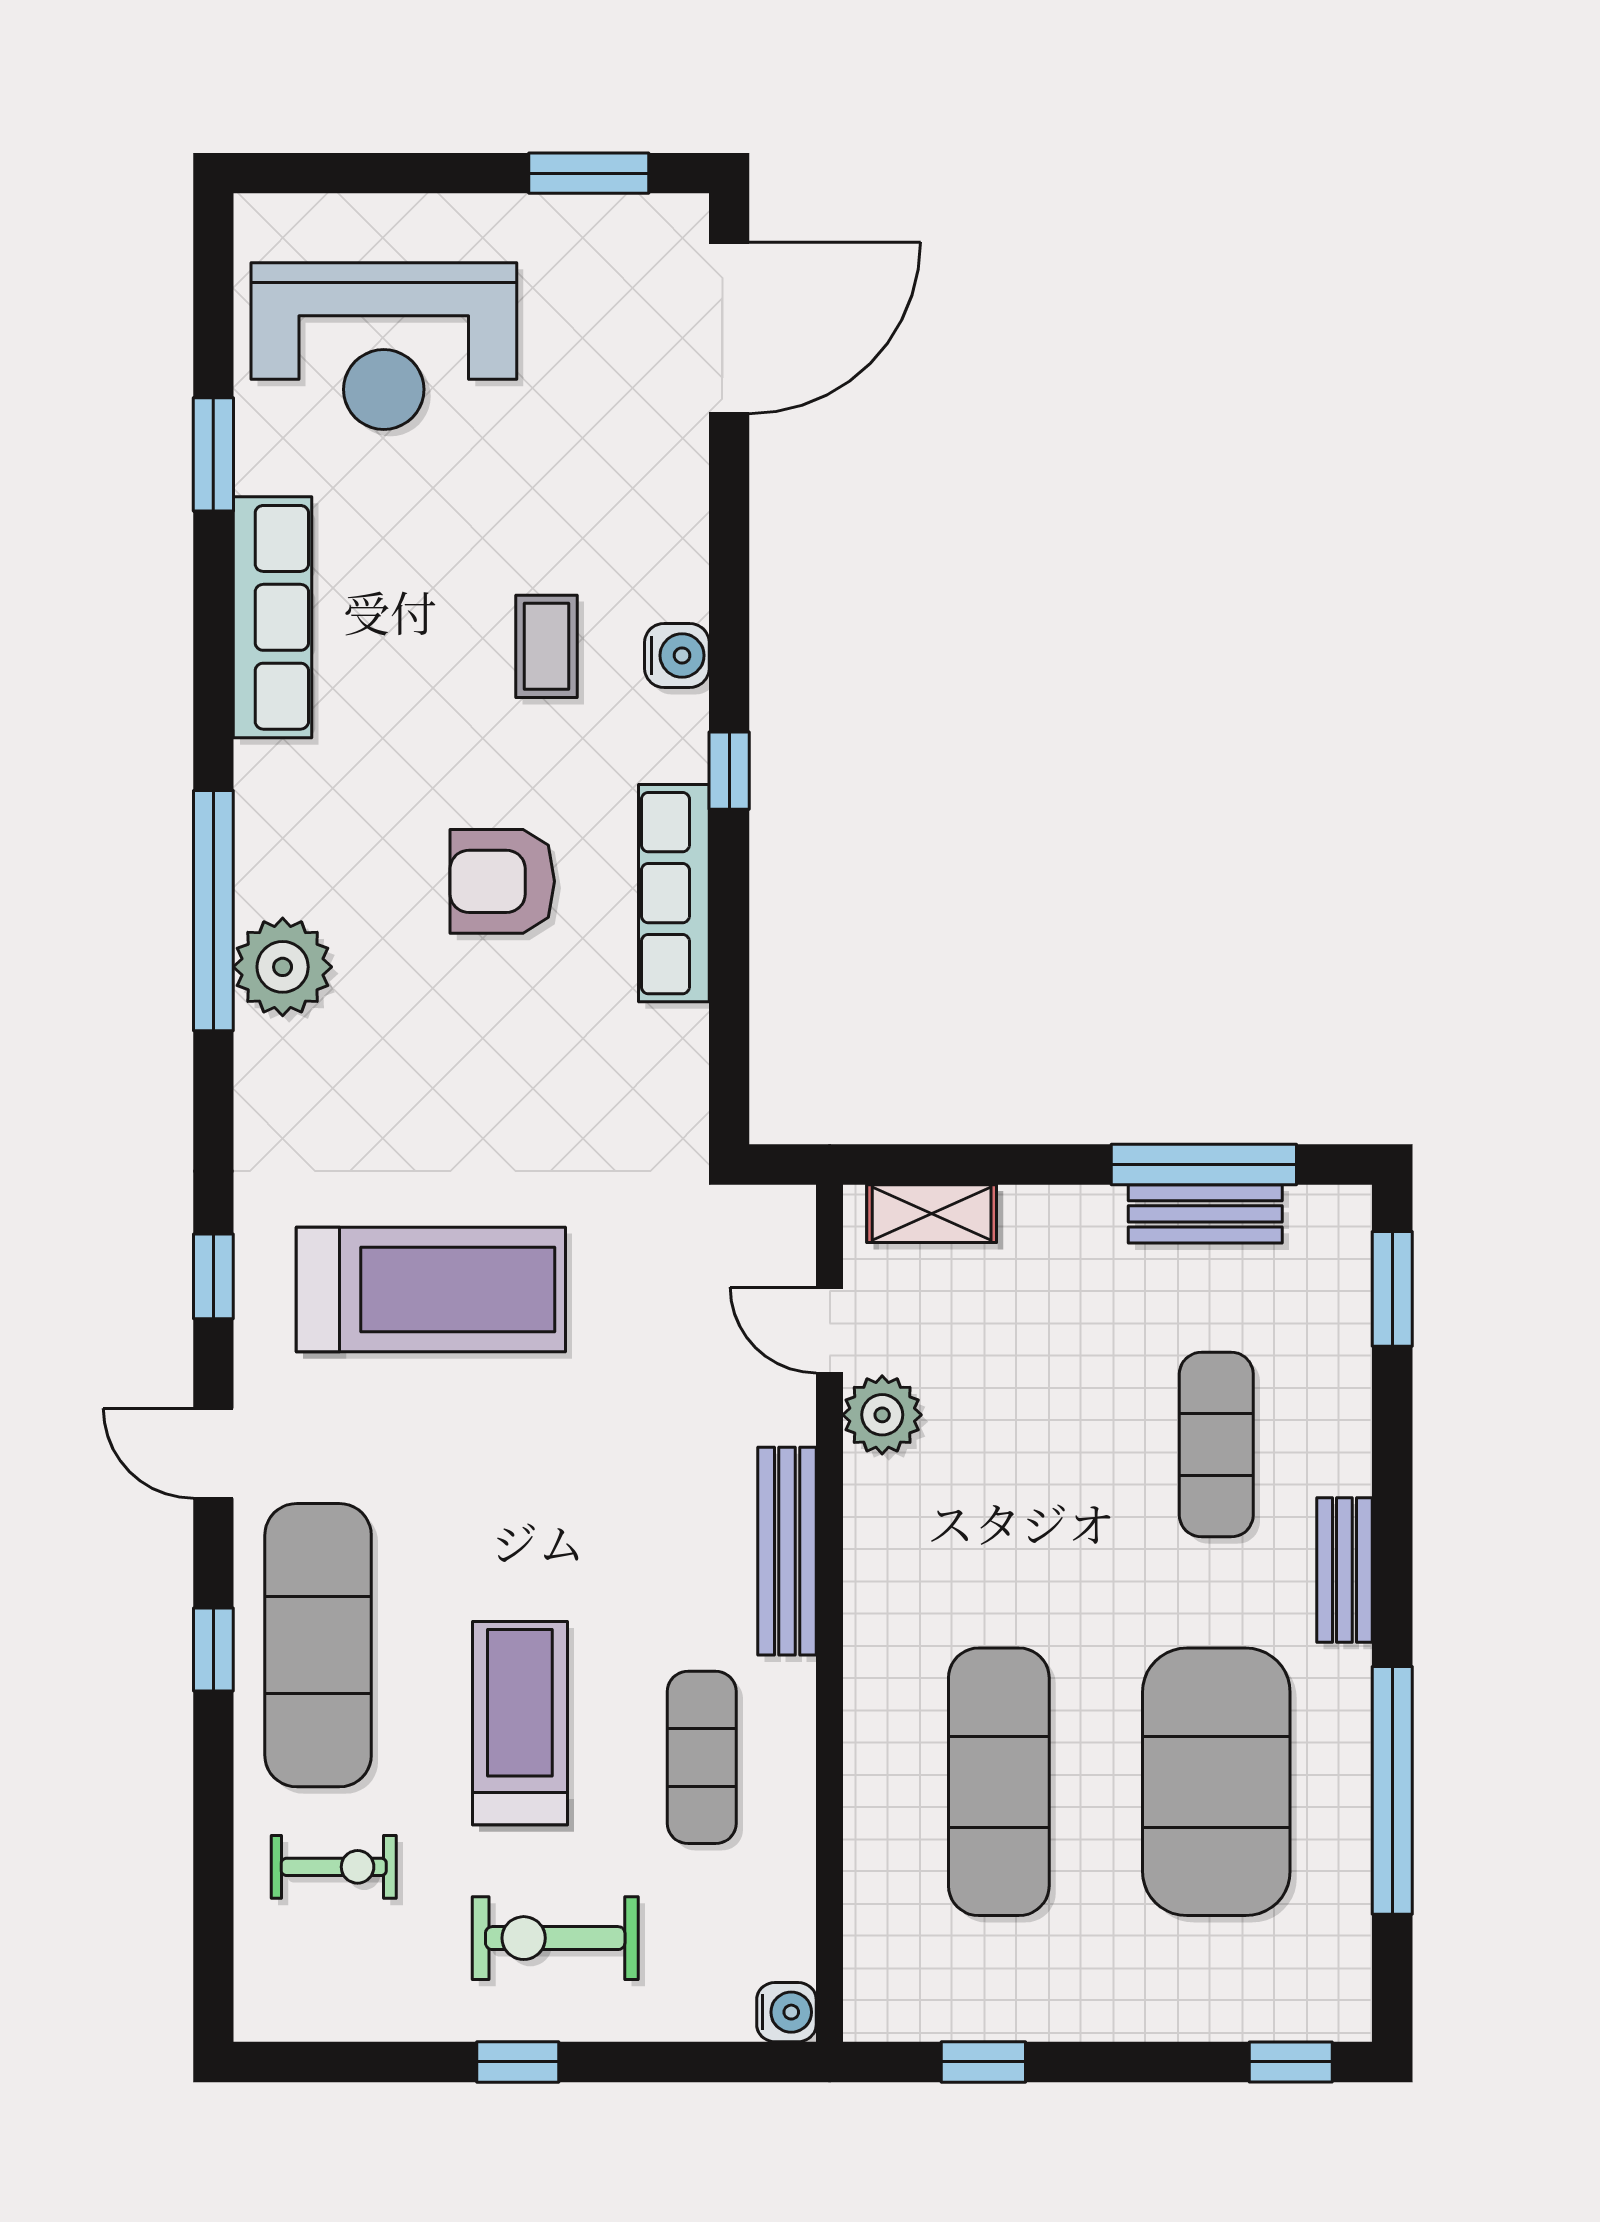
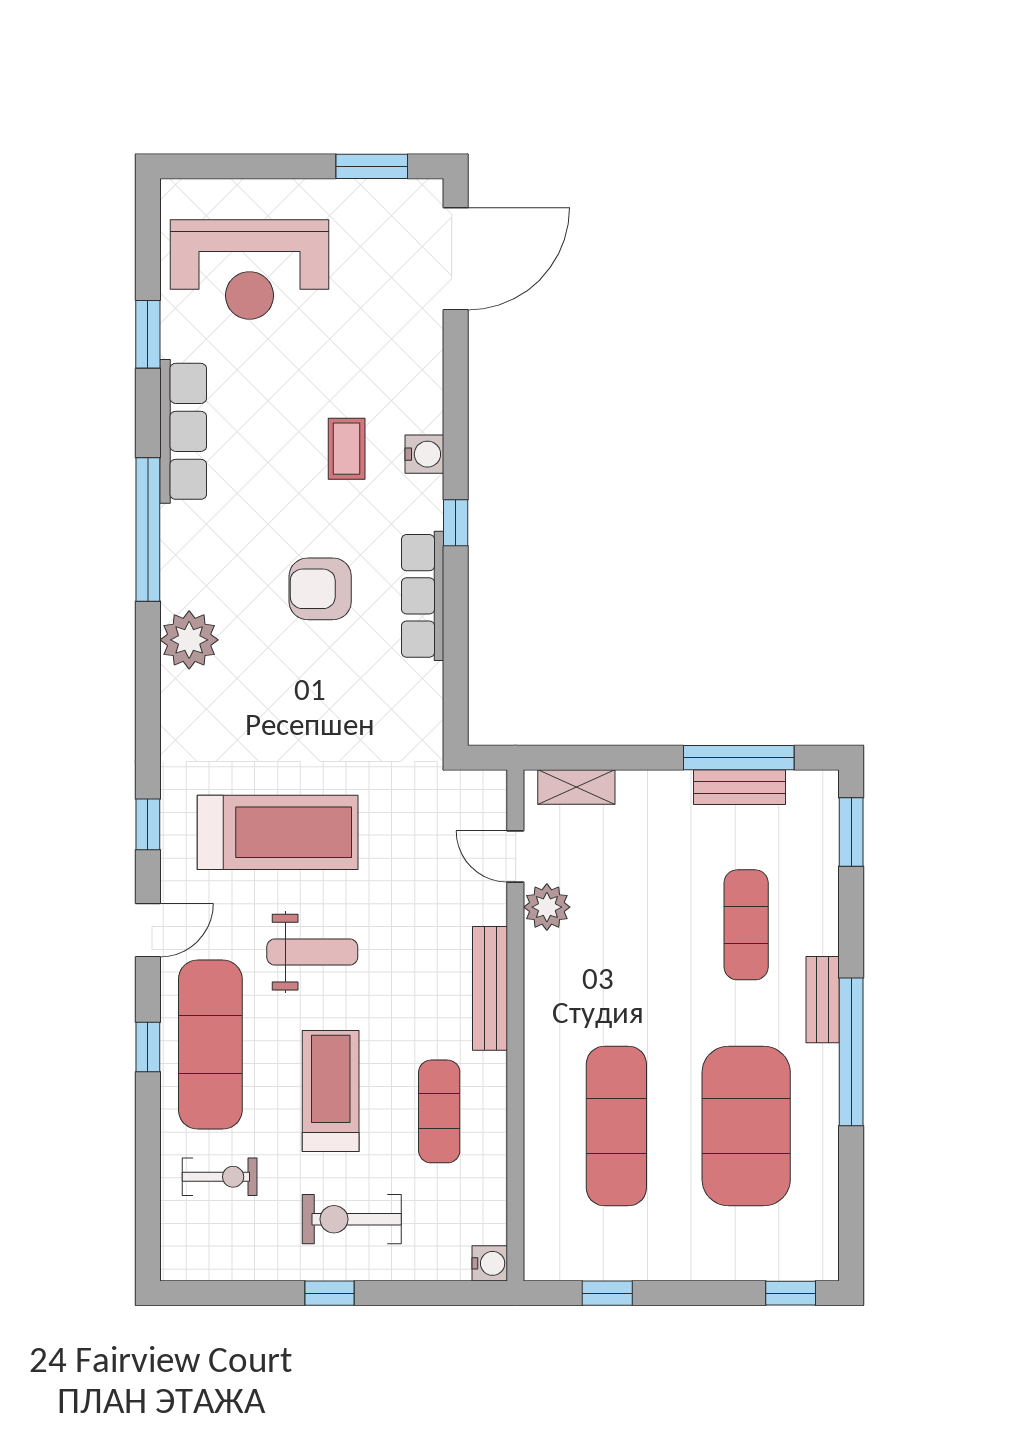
window: (213, 911) -> (148, 529), moved
door: (213, 1453) -> (148, 930), swing flipped
weight bench: (489, 1490) -> (312, 952), added
window: (1392, 1790) -> (851, 1052), moved

